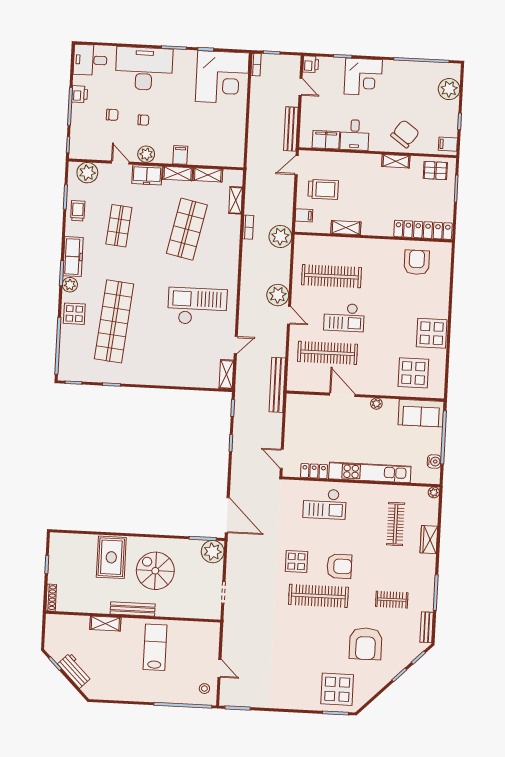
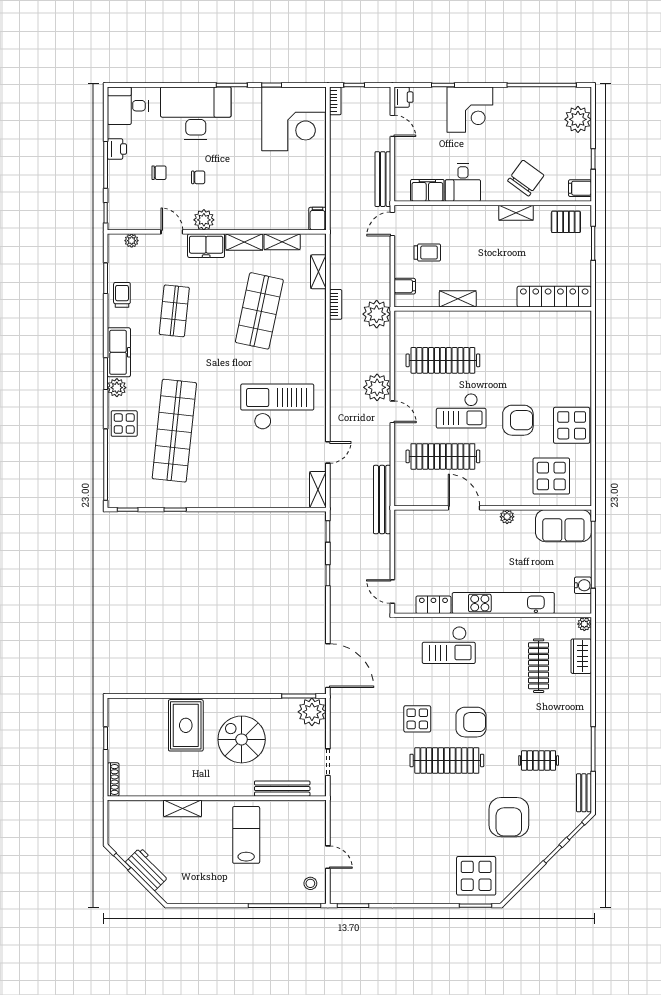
filing cabinet: (180, 155) -> (317, 219), moved
plant: (87, 173) -> (132, 241), width x0.53, depth x0.53
trolley: (323, 189) -> (427, 252), width x0.73, depth x0.72
armchair: (417, 262) -> (518, 420), moved, turned 90
wardrobe: (429, 540) -> (581, 656), moved
bench: (133, 609) -> (282, 789), moved

